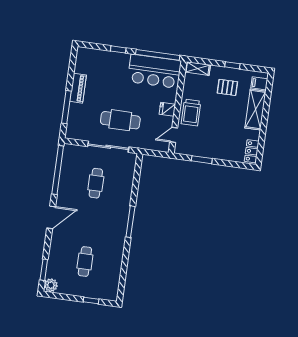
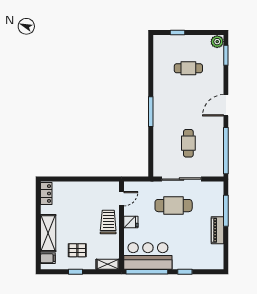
window: (202, 160) -> (92, 179), removed
cafe table: (85, 261) -> (188, 68), turned 90

